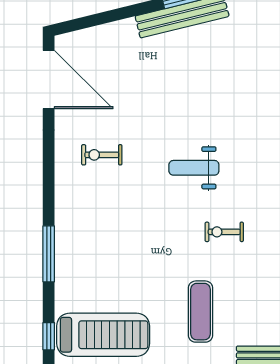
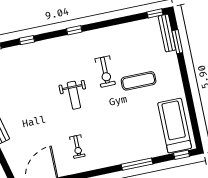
exercise bike: (224, 232) -> (105, 72), width x1.38, depth x1.39
exercise mat: (200, 312) -> (139, 81), moved

